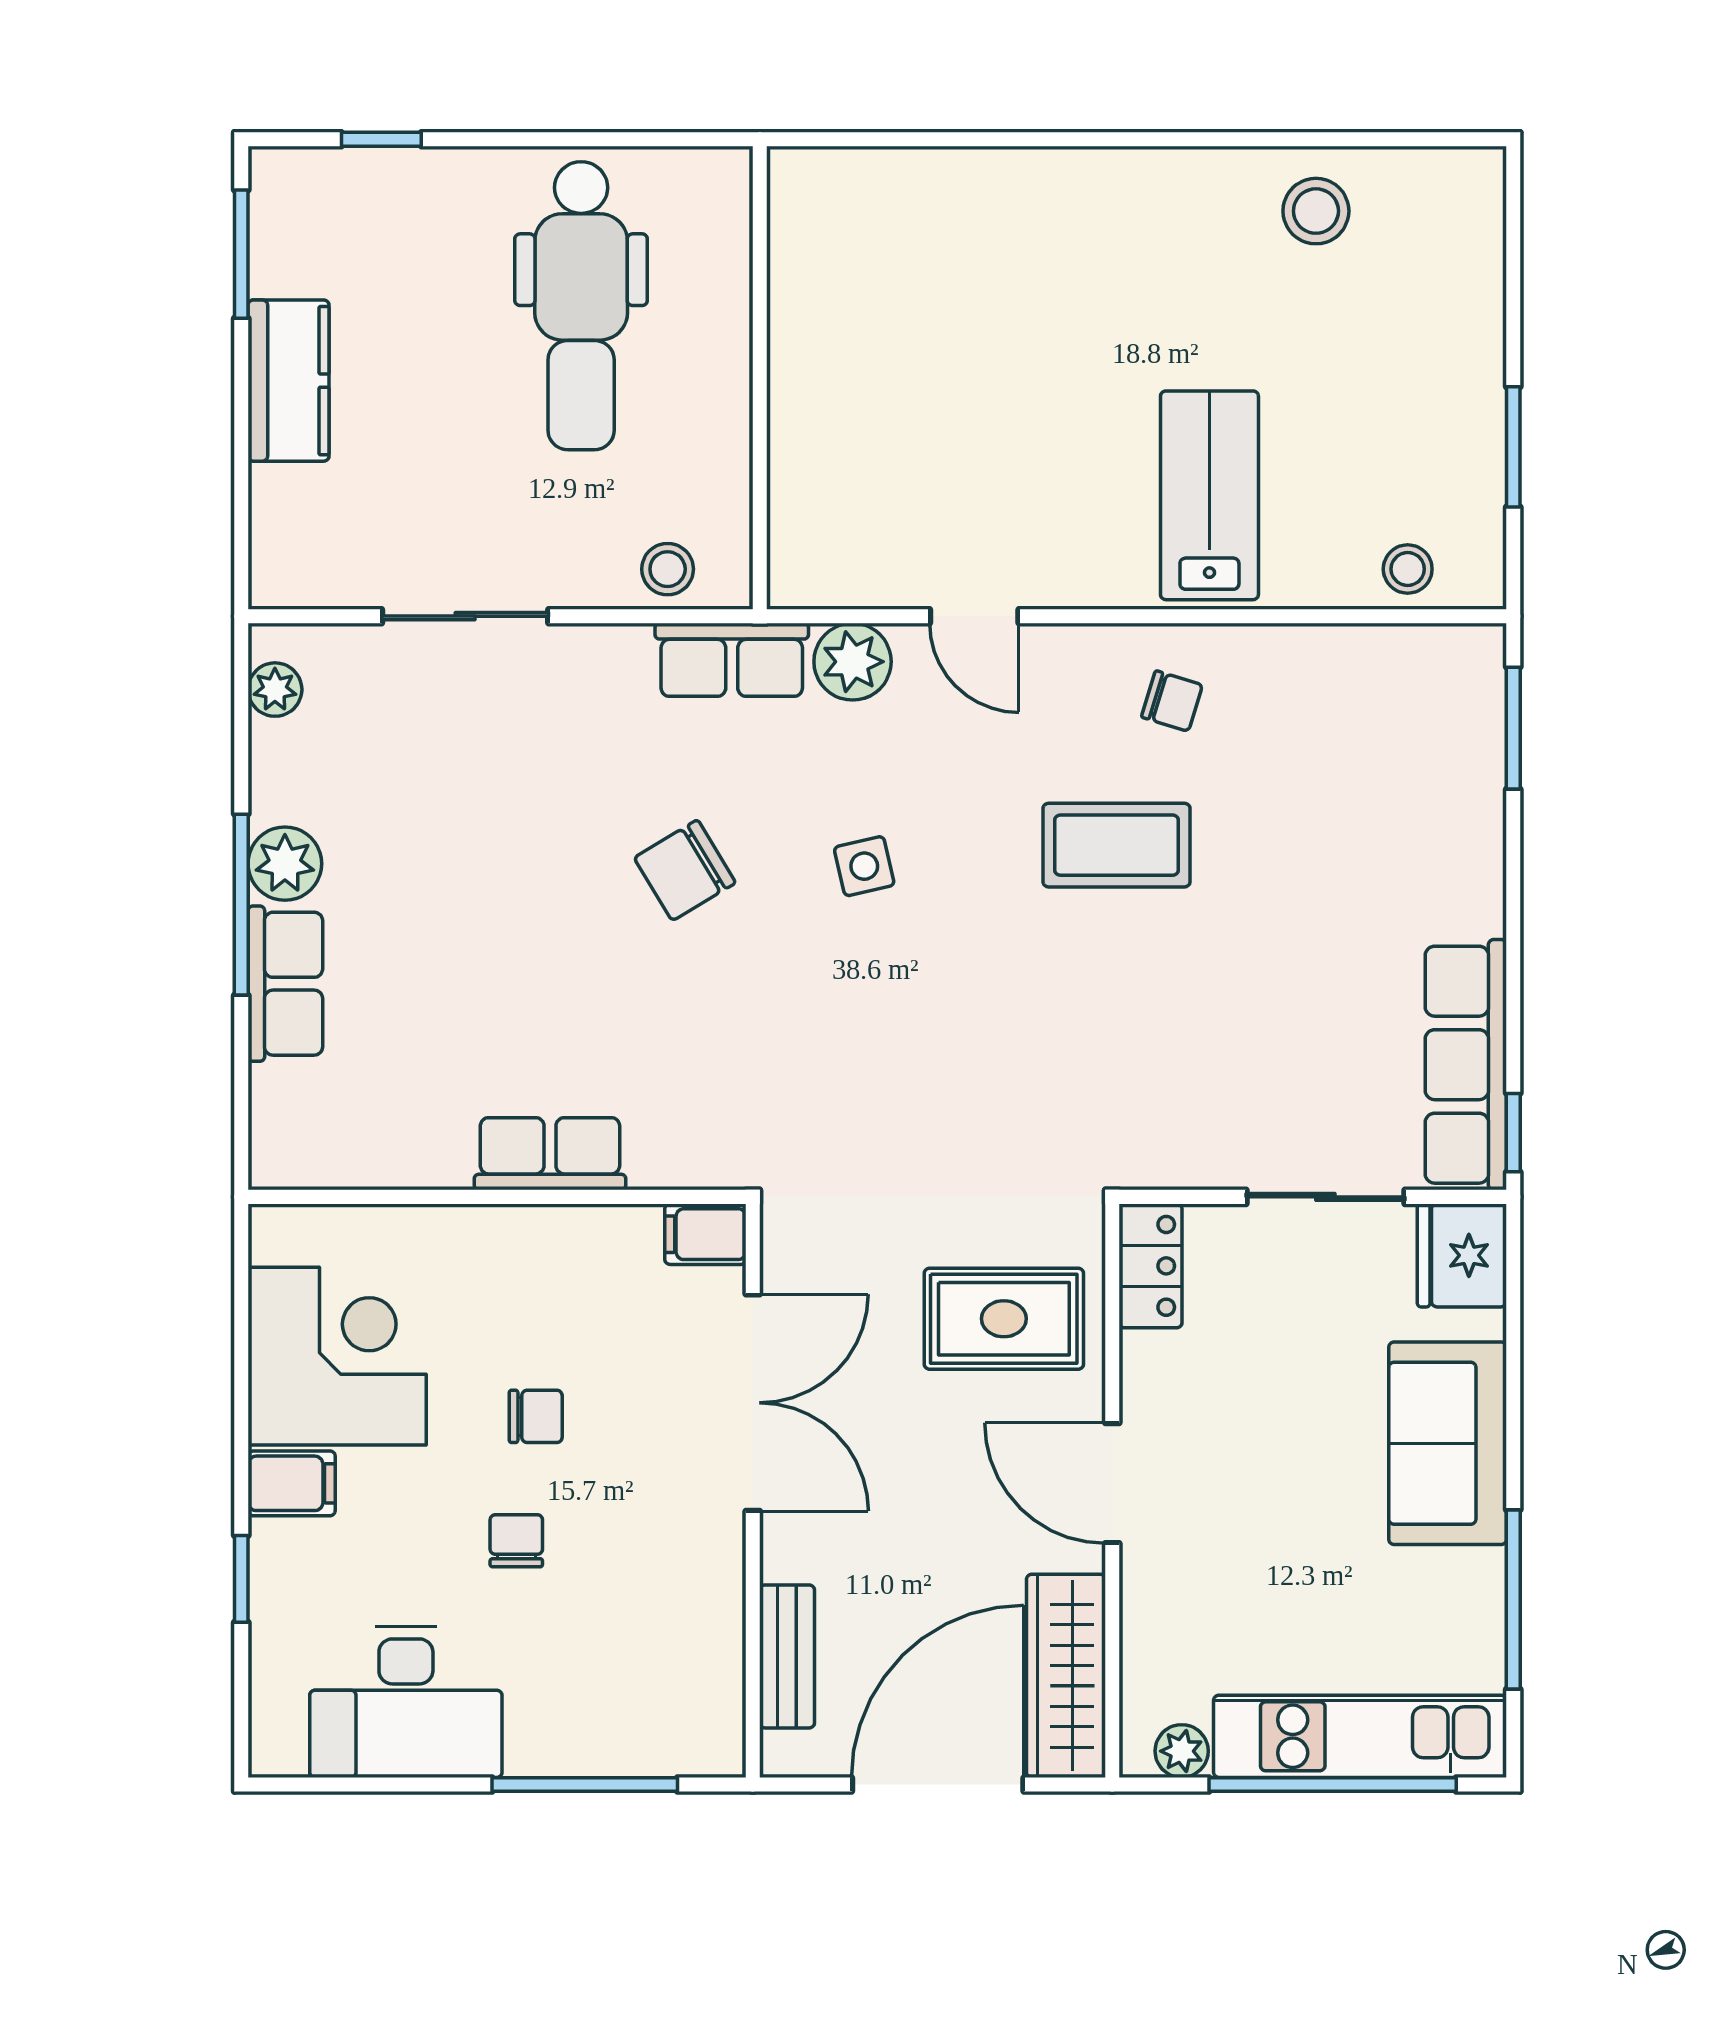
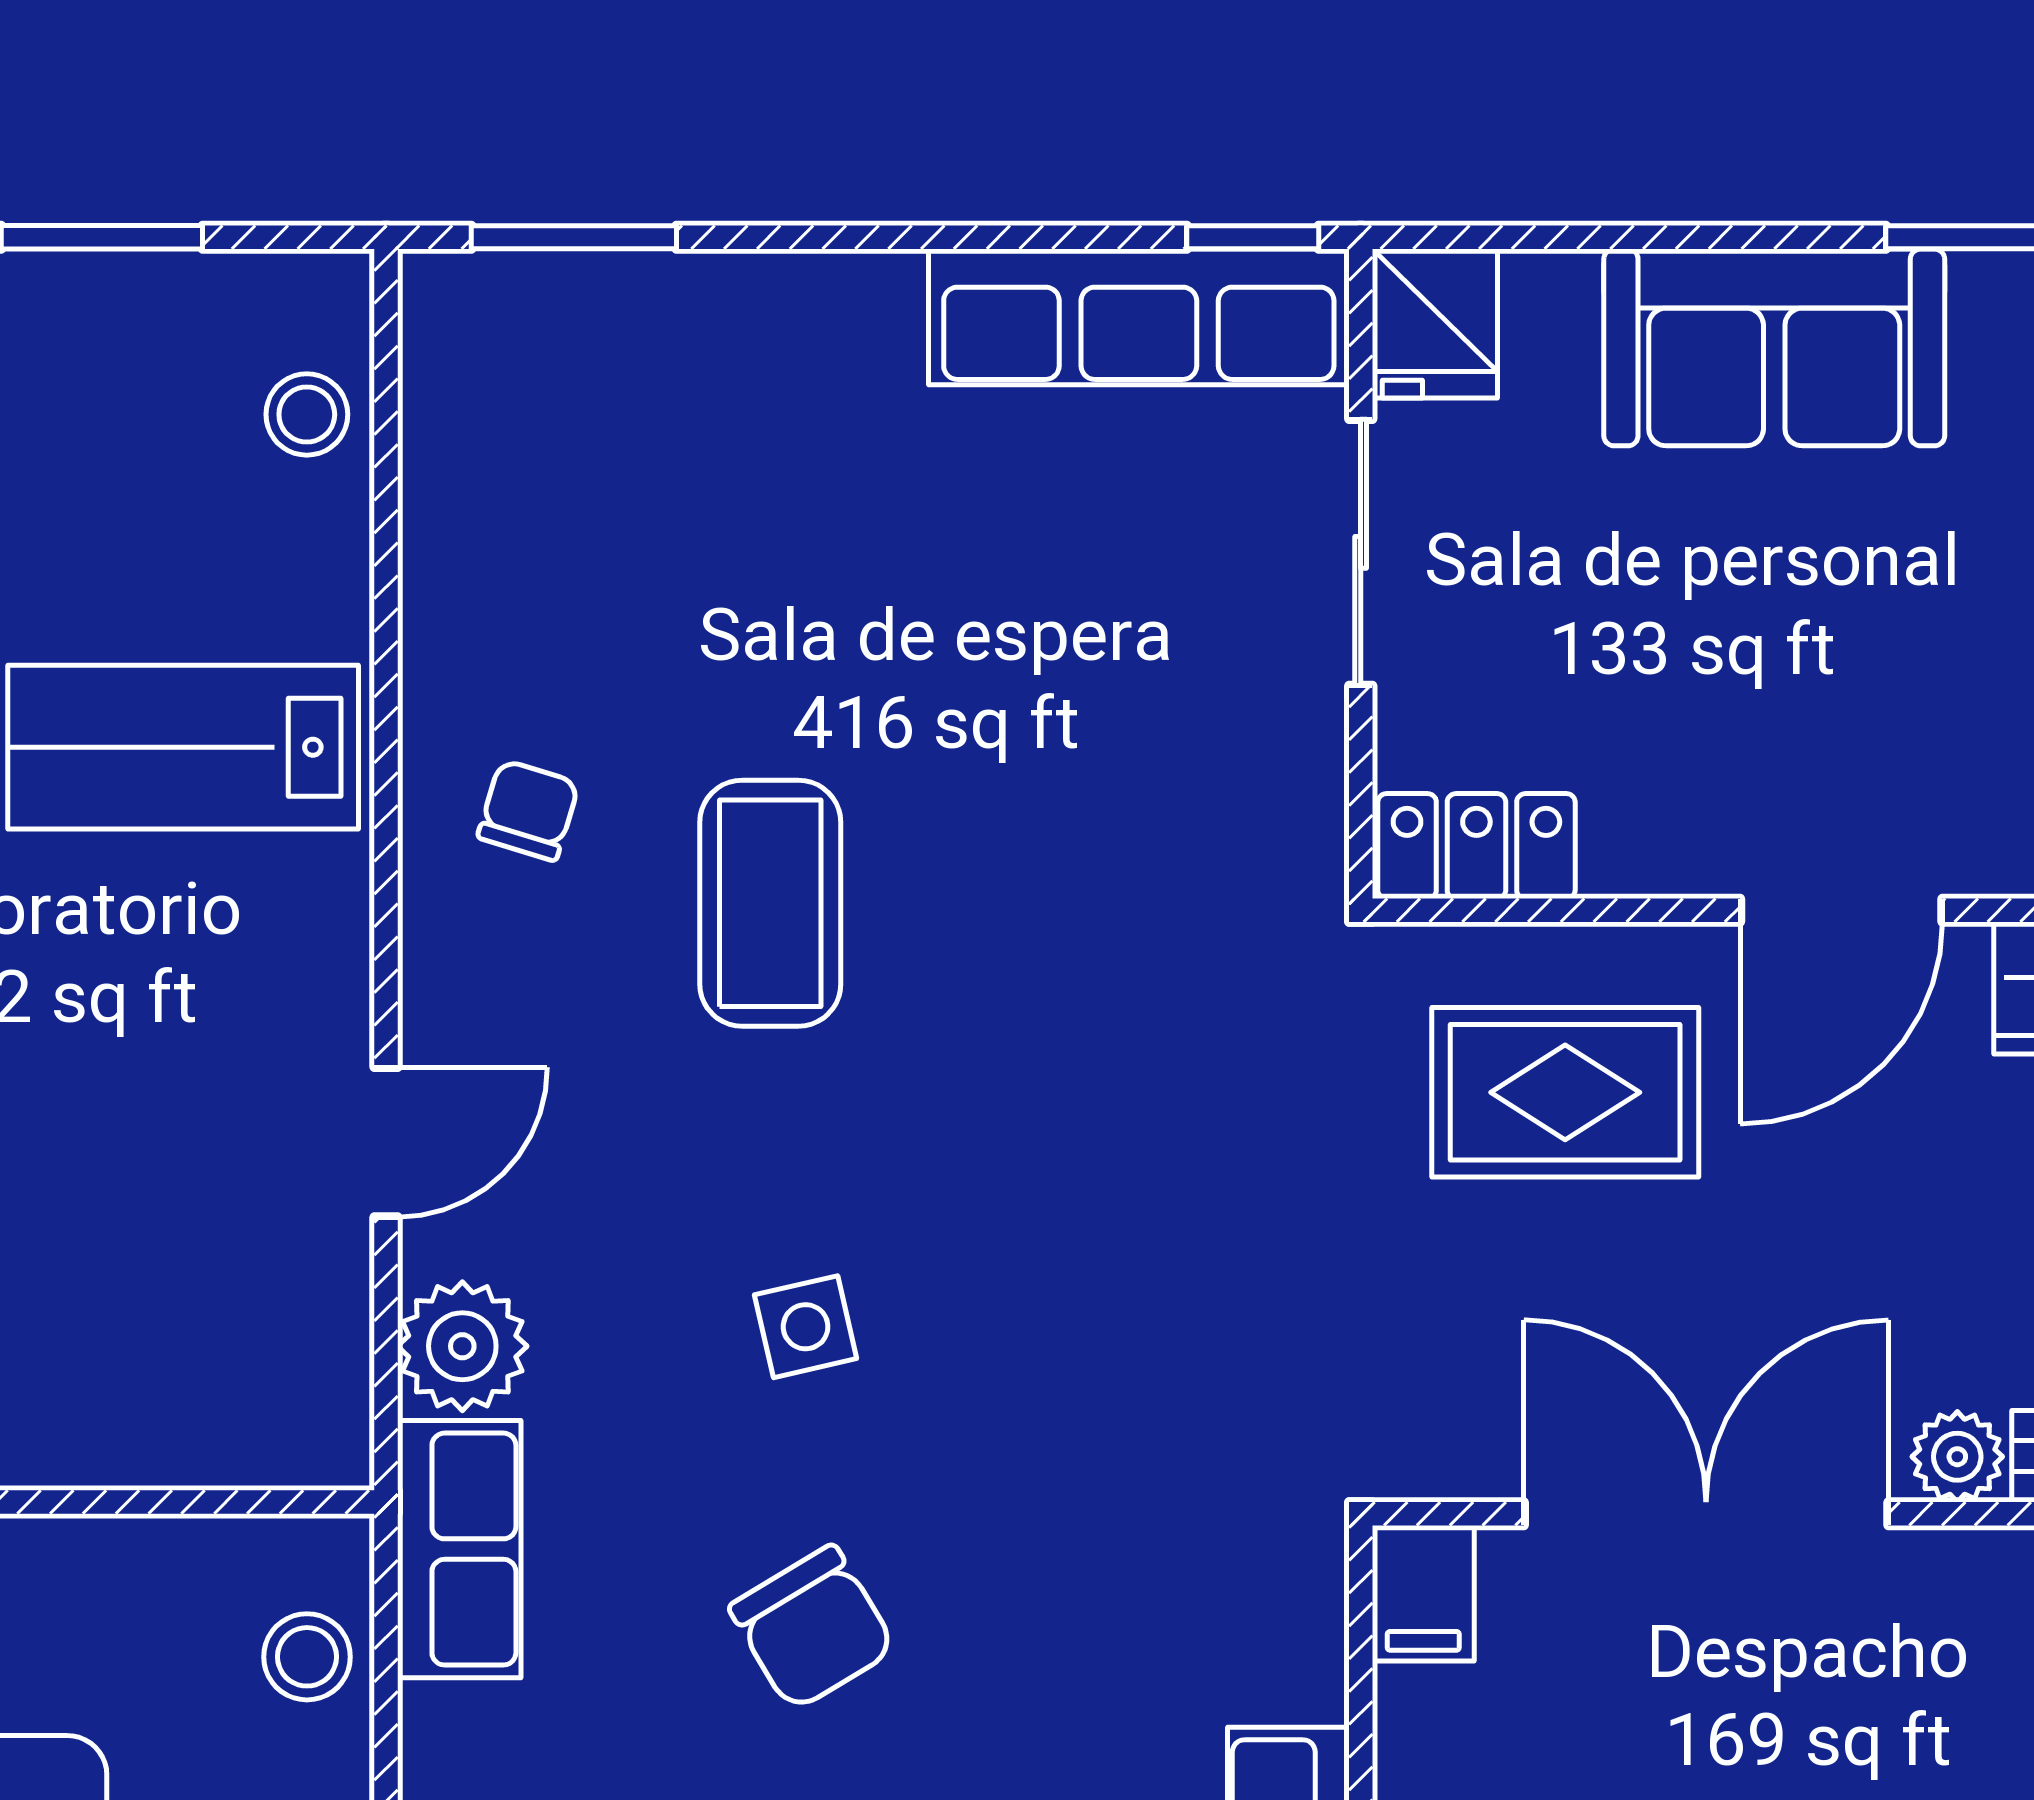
fridge: (1462, 1255) -> (1435, 324), width x0.72
rug: (1004, 1319) -> (1565, 1092), turned 90
plant: (787, 1552) -> (1957, 1457), added

